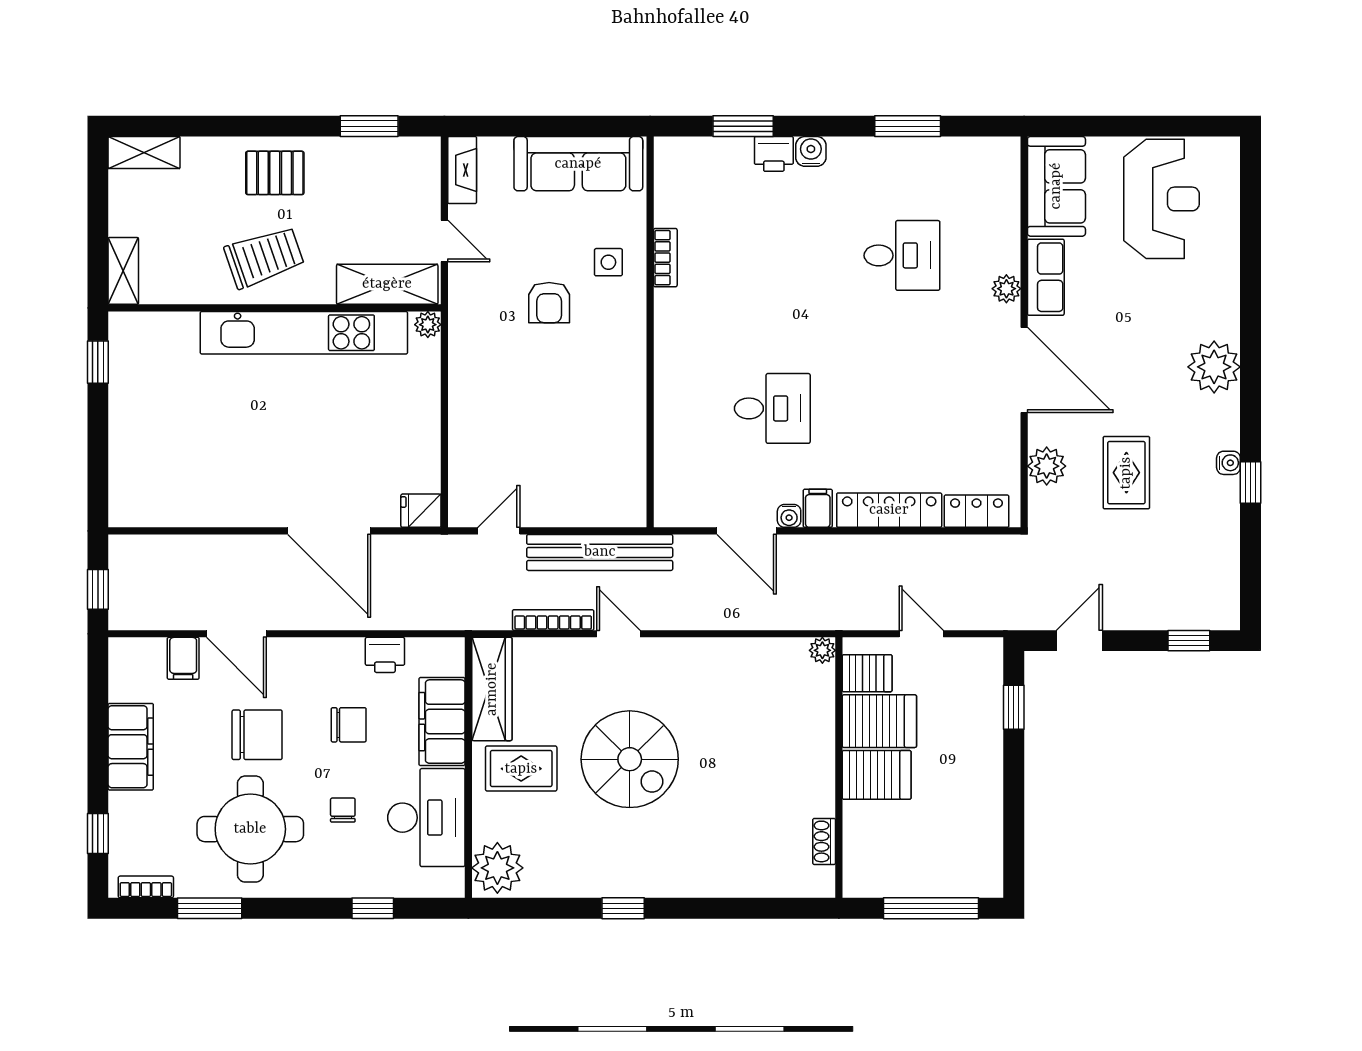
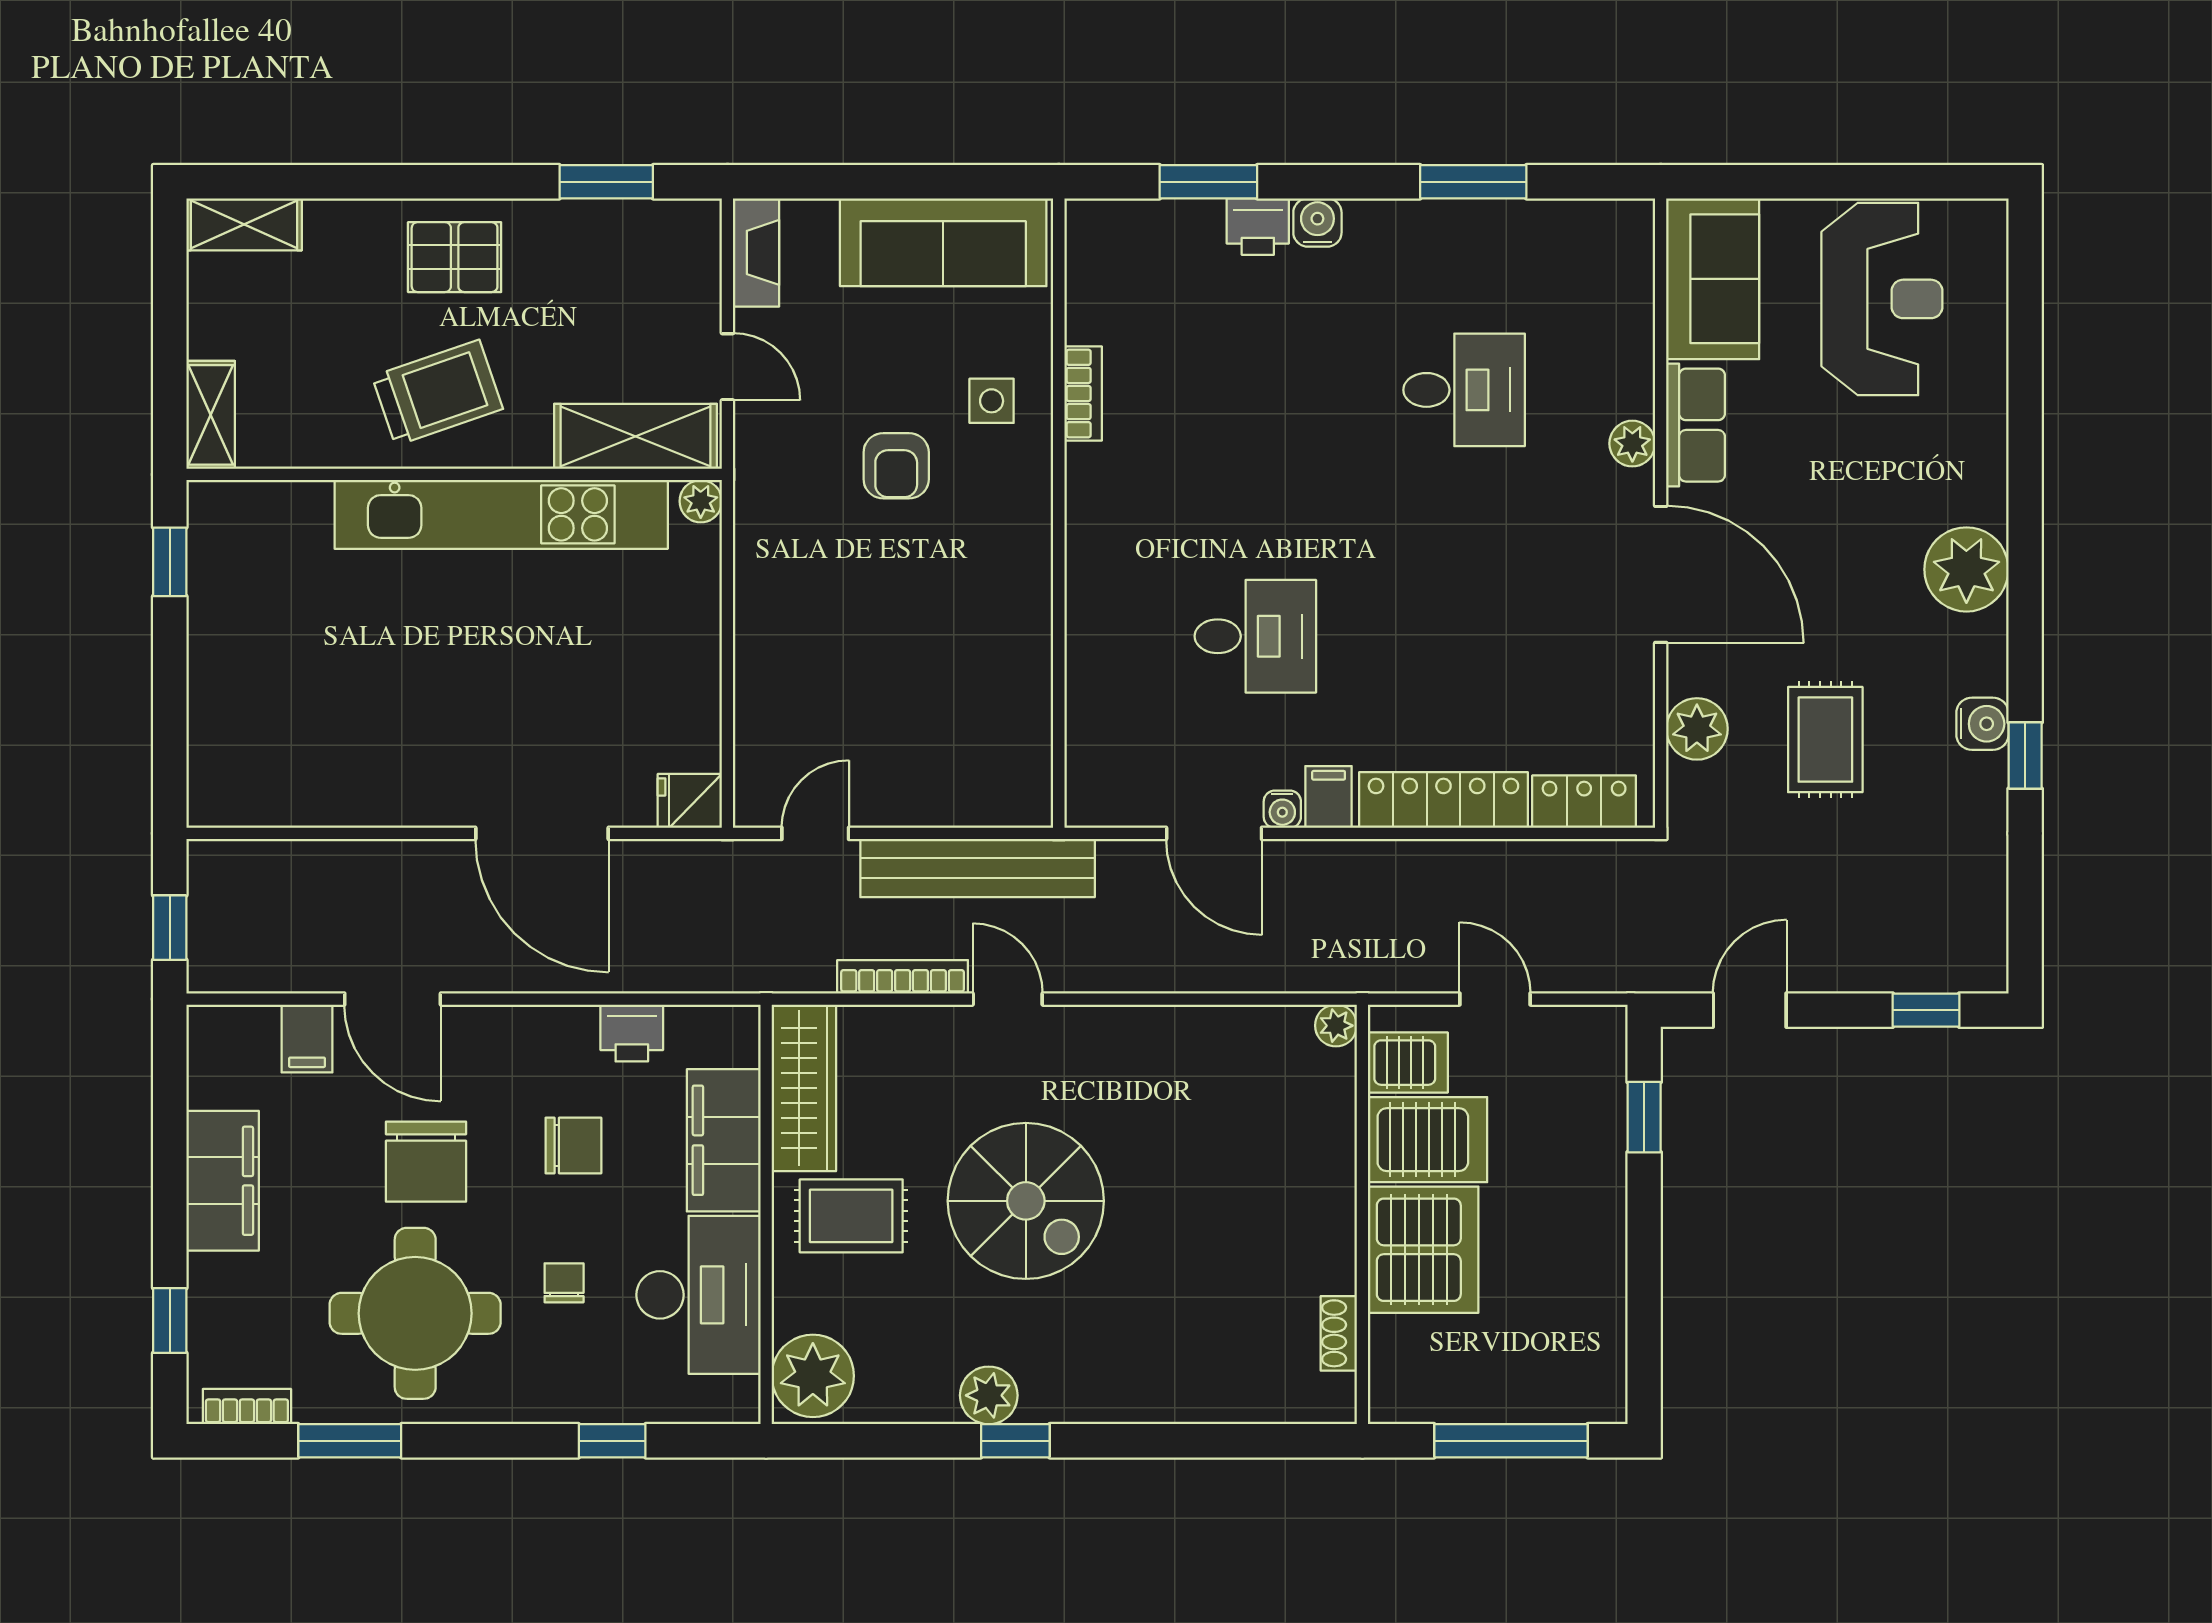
water cooler: (1228, 463) -> (1982, 724), width x1.38, depth x1.38
chair: (257, 735) -> (426, 1162), turned 90
server rack: (877, 775) -> (1423, 1250), width x1.60
plant: (607, 880) -> (989, 1395), added

